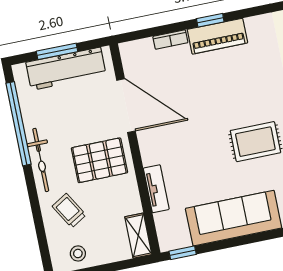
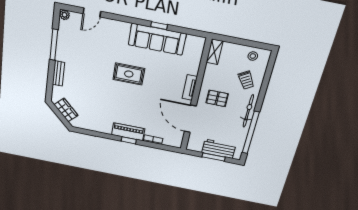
workbench: (66, 69) -> (219, 149), width x0.73
pallet: (99, 160) -> (217, 98), width x0.67, depth x0.71
tv unit: (156, 189) -> (190, 87), moved
window: (183, 253) -> (159, 26), moved

